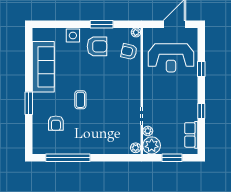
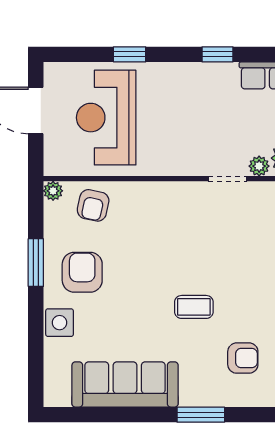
reception desk: (171, 58) -> (106, 118), turned 180

